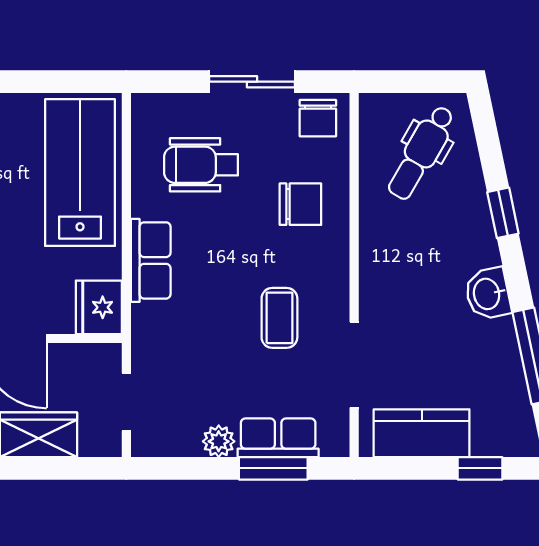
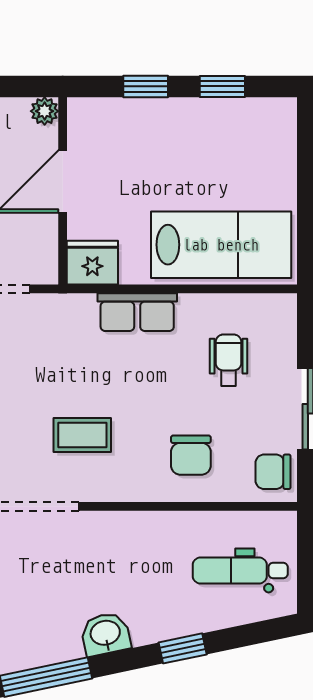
dental chair: (421, 153) -> (240, 571), turned -30
wheelchair: (201, 165) -> (228, 360), width x0.73, depth x0.73

